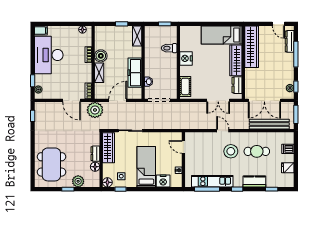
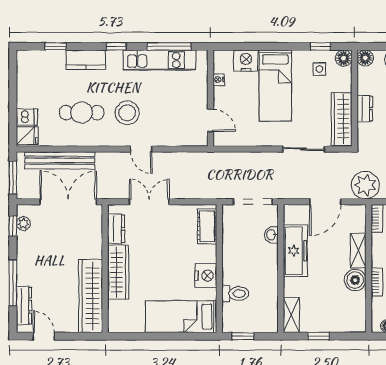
bed: (222, 35) -> (181, 317), moved, turned 180
floor lamp: (95, 167) -> (365, 58), moved
fridge: (288, 168) -> (27, 136), moved

